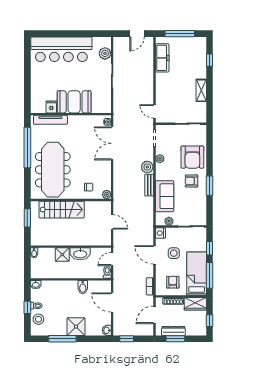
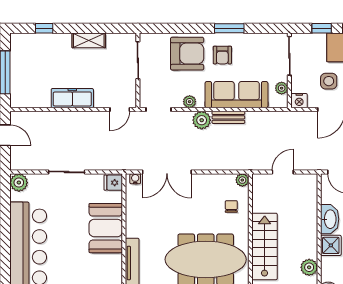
plant: (105, 53) -> (19, 183), moved
freezer: (162, 58) -> (72, 98), moved
fridge: (51, 107) -> (113, 183), moved
sofa: (165, 196) -> (236, 95), width x1.36
plant: (47, 240) -> (309, 267), added

